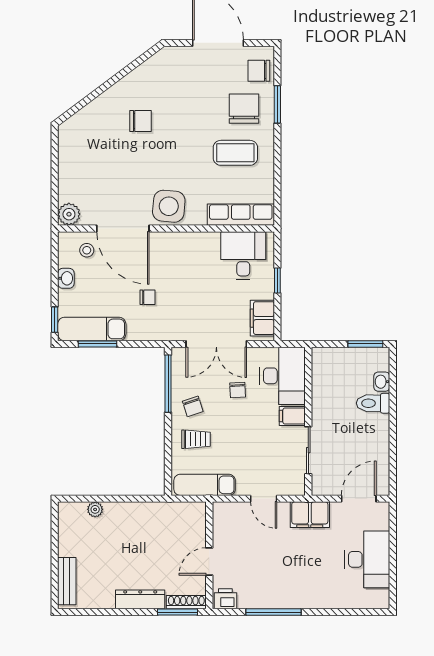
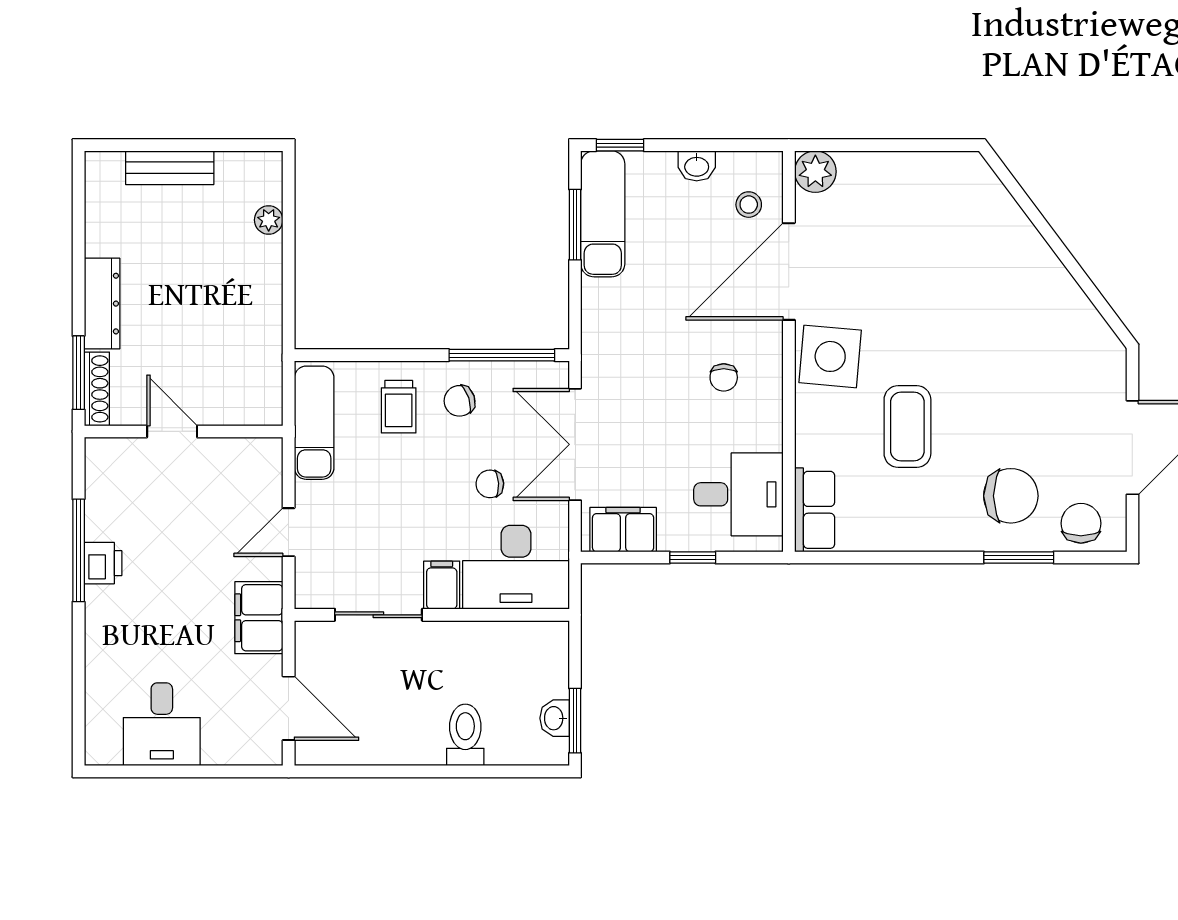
chair: (141, 121) -> (988, 304), removed
coffee table: (235, 153) -> (907, 427), moved
row of seats: (241, 215) -> (815, 510), width x0.68
chair: (148, 297) -> (724, 377), moved
washbasin: (382, 382) -> (555, 718), moved, turned -90
desk: (367, 559) -> (162, 724), width x0.73
bench: (67, 581) -> (170, 168), moved
printer: (225, 599) -> (103, 563), moved

